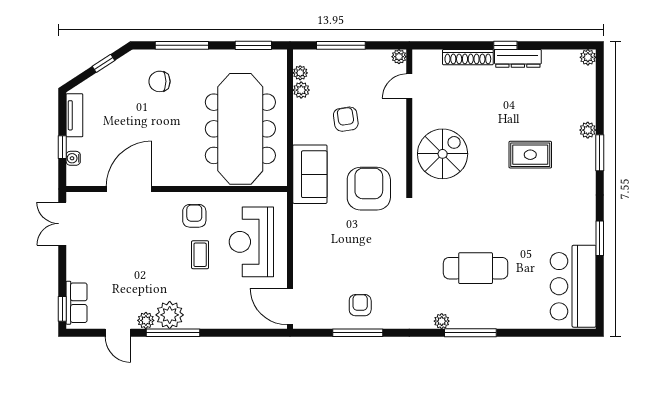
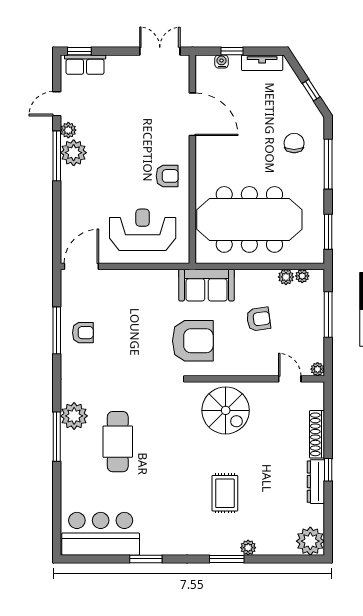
plant: (588, 57) -> (310, 541), width x1.88, depth x1.88
coffee table: (200, 255) -> (130, 181), removed
plant: (442, 321) -> (74, 416), width x1.88, depth x1.88

